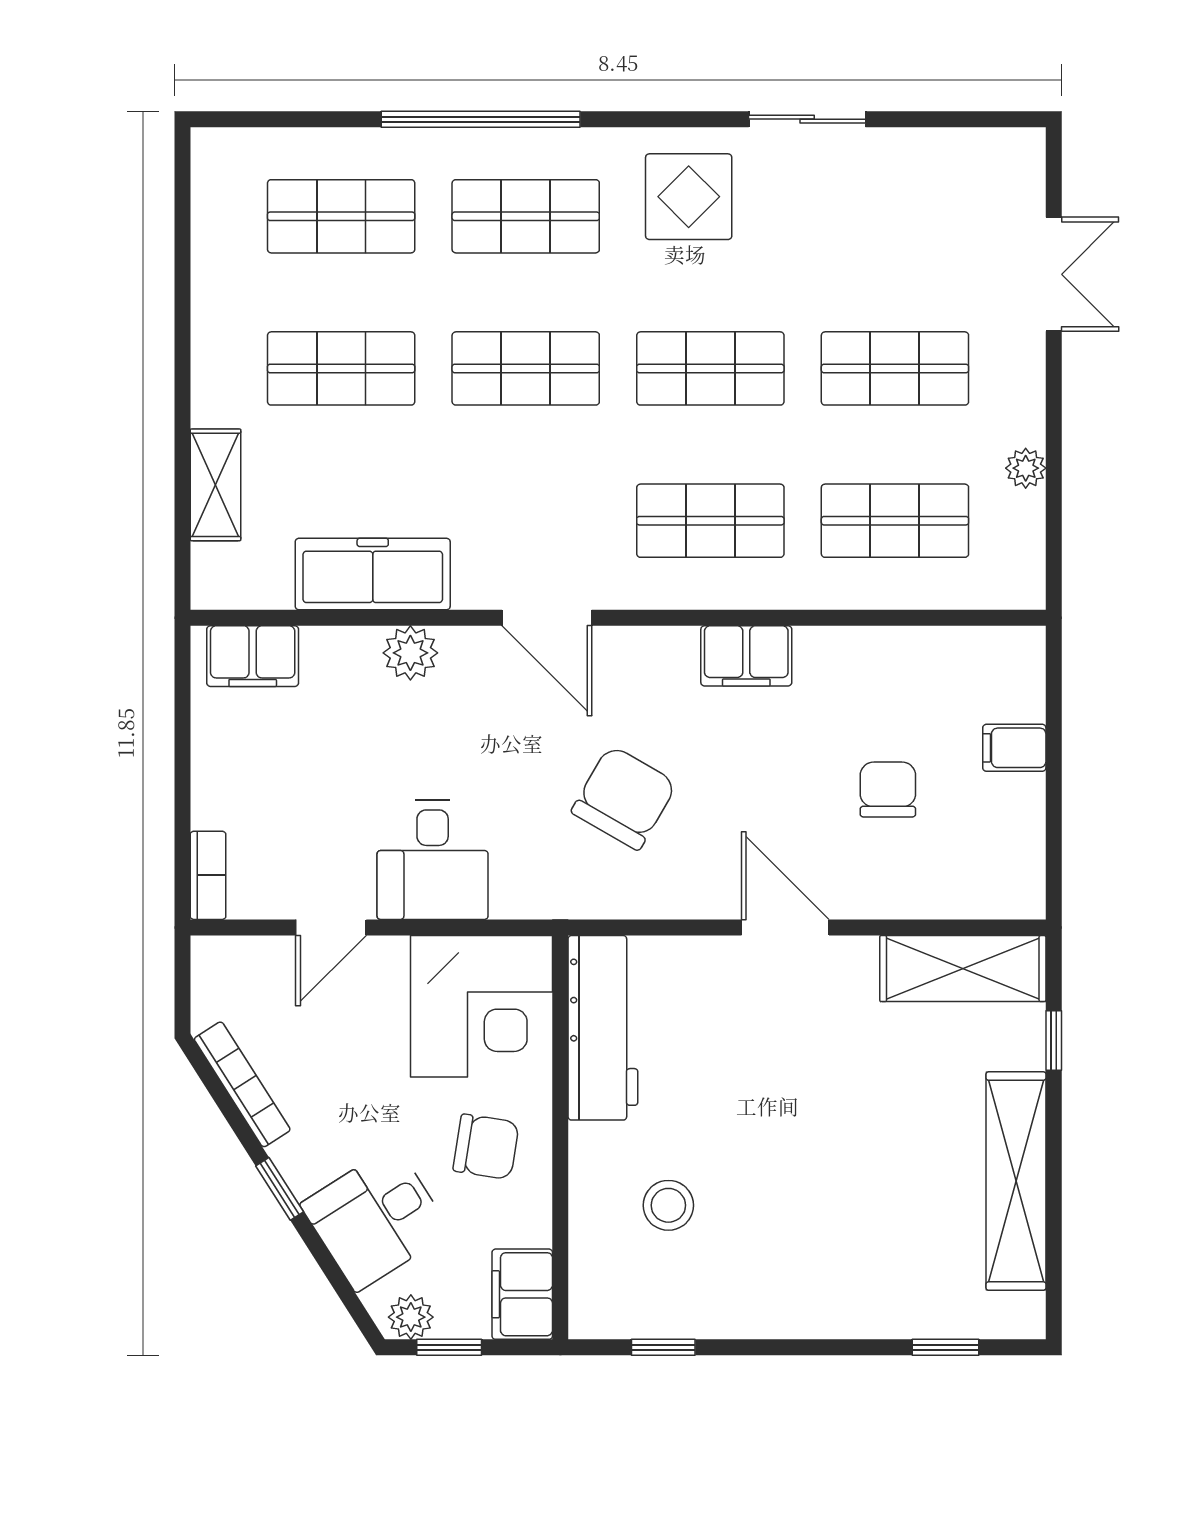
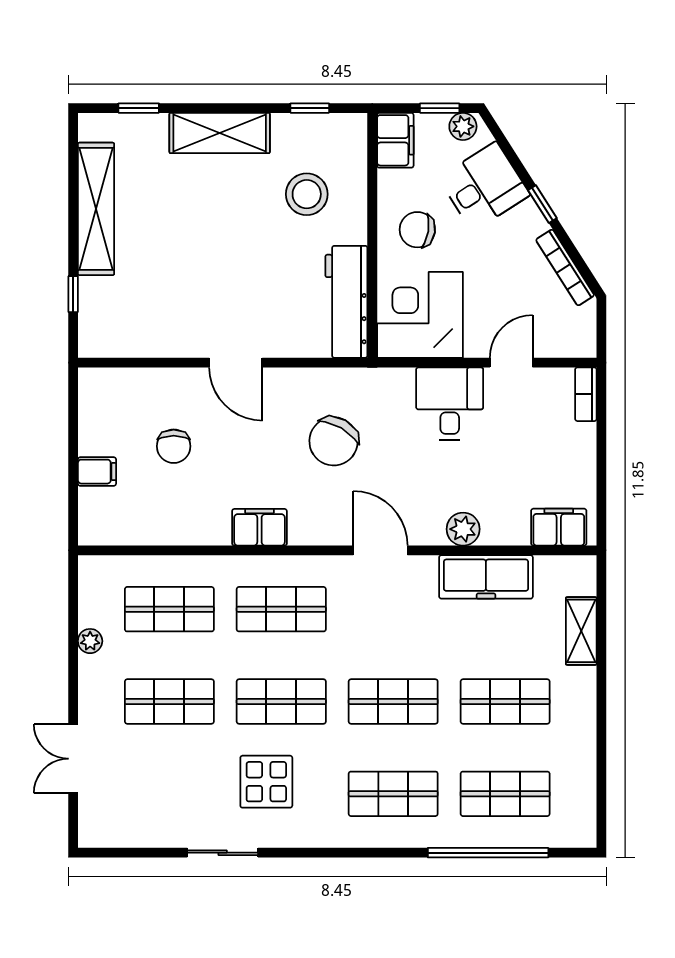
window: (481, 119) -> (488, 853), moved
display table: (689, 197) -> (266, 782), moved
shelving: (963, 969) -> (220, 133), moved
stool: (668, 1205) -> (307, 194), width x1.38, depth x1.38

